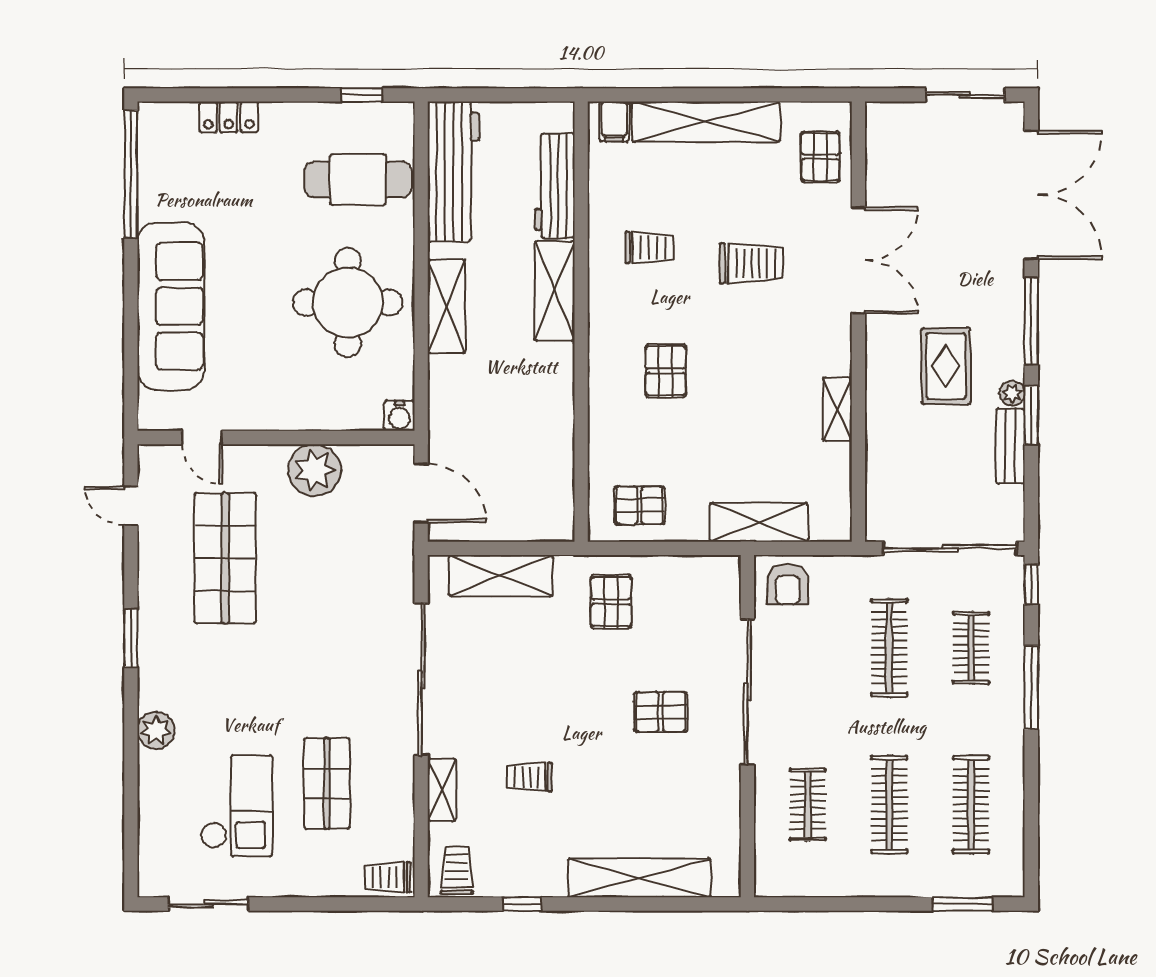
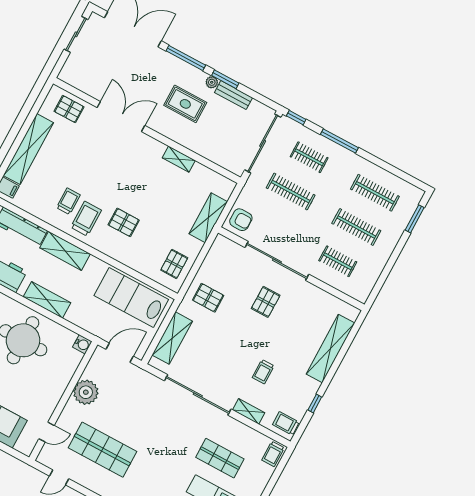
trolley: (751, 263) -> (86, 219), moved
lab bench: (535, 460) -> (131, 298), added

